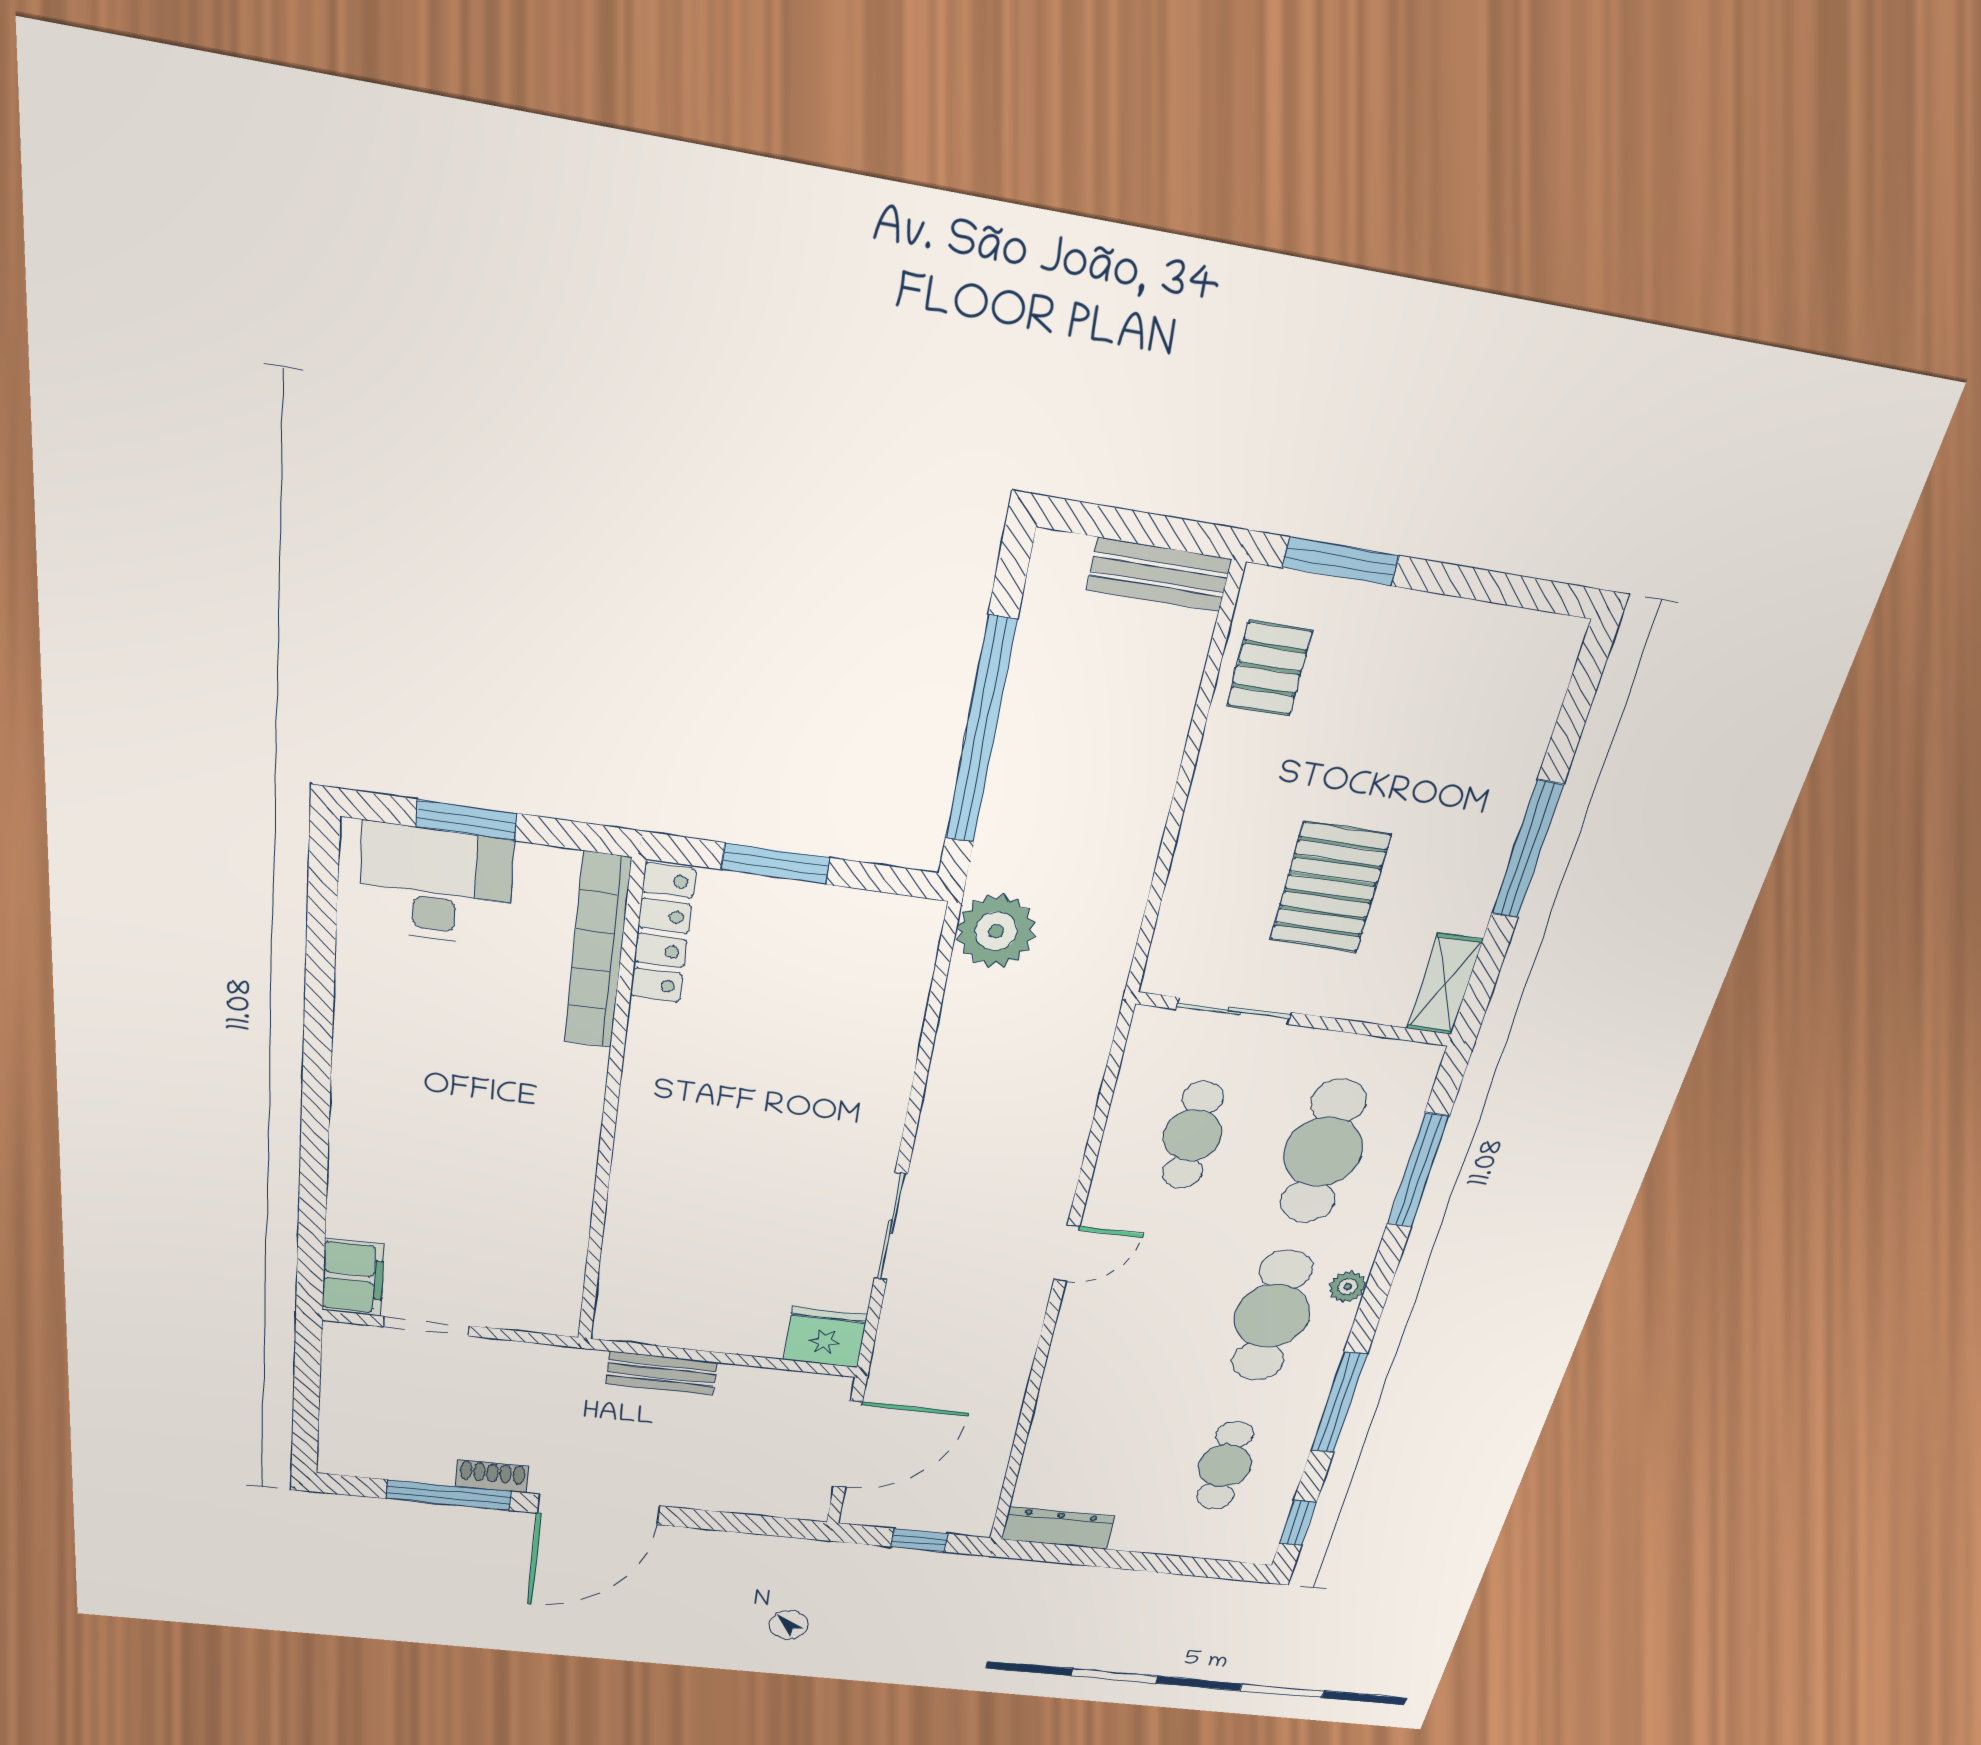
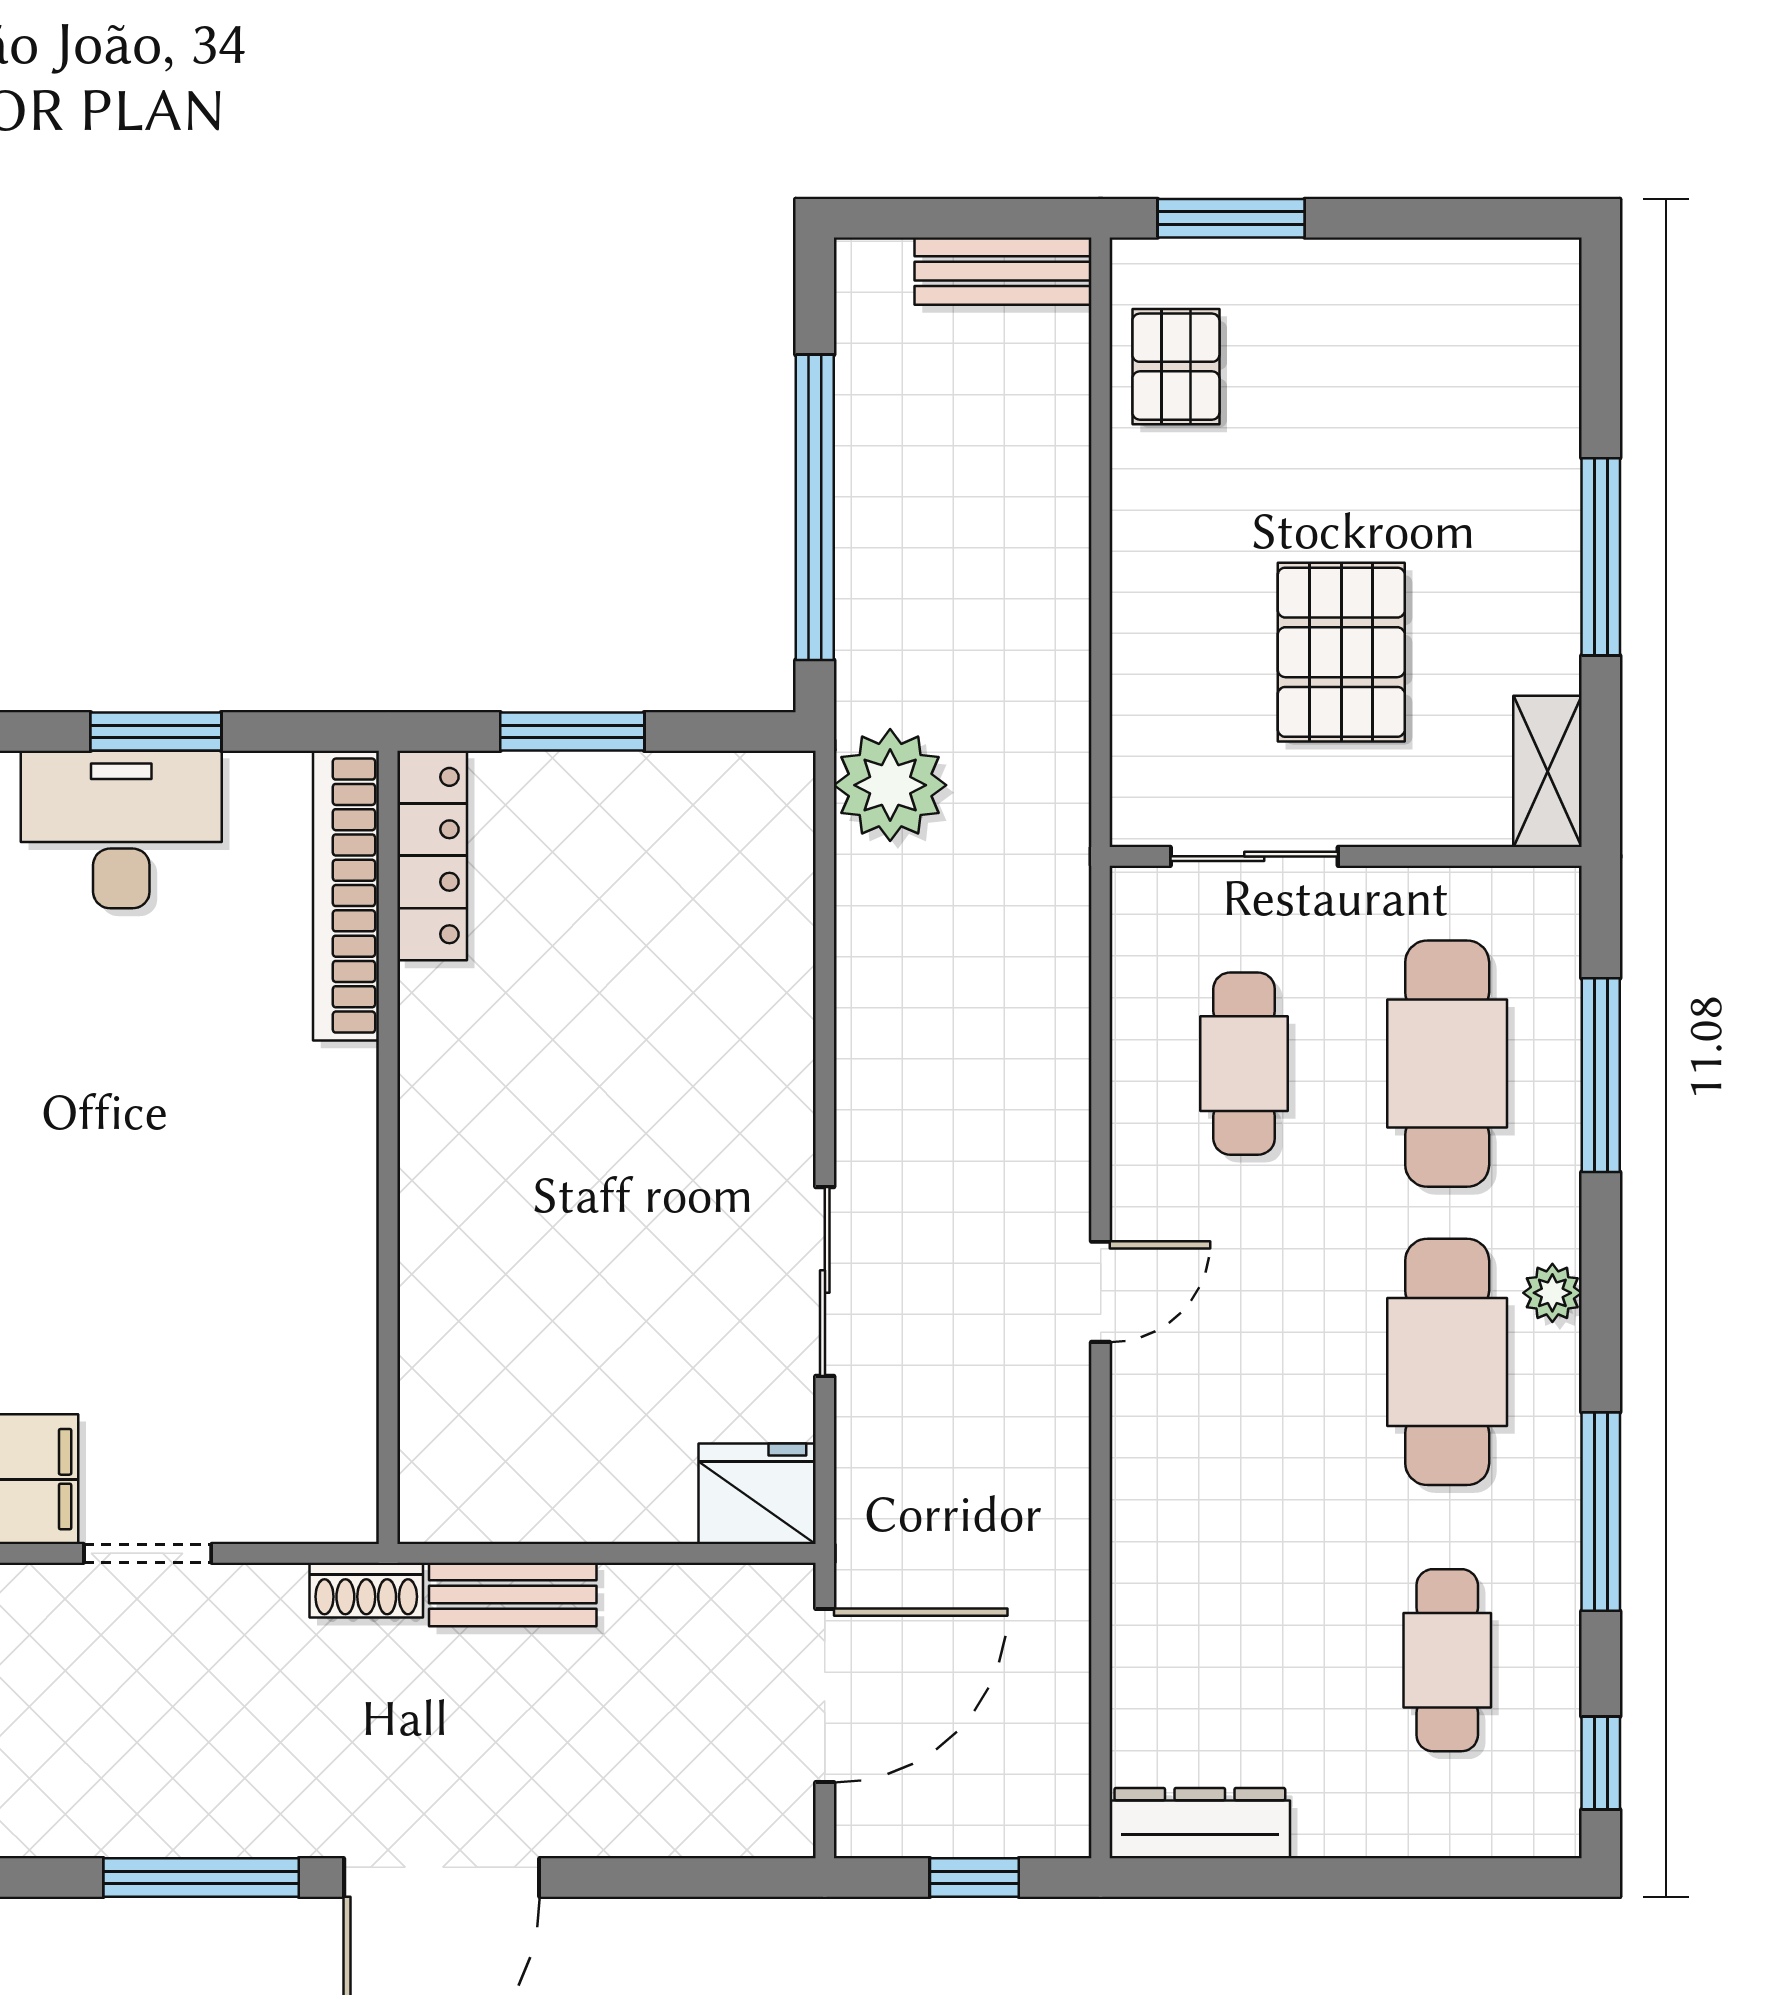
shoe rack: (492, 1476) -> (366, 1590), moved, turned 180

